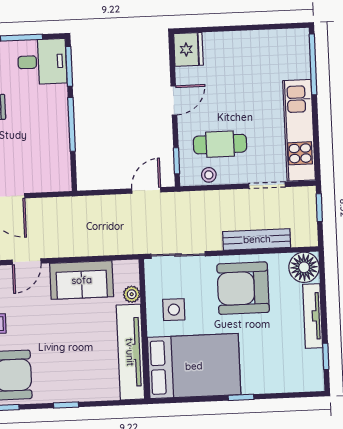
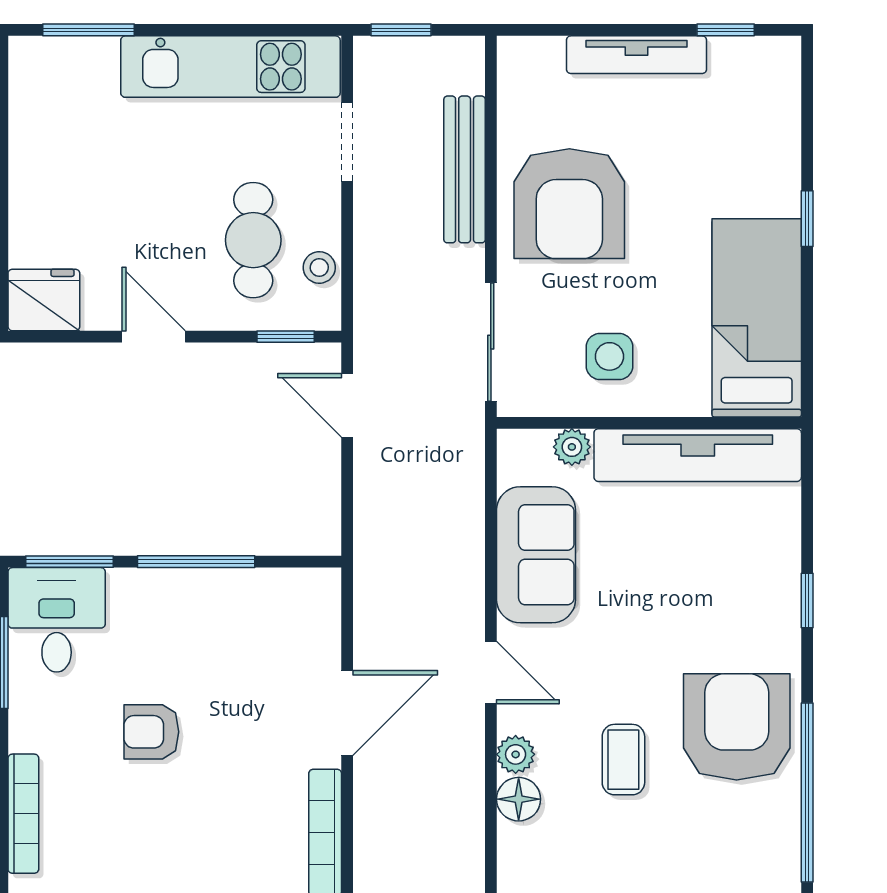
window: (313, 64) -> (88, 30), width x0.69
floor lamp: (304, 267) -> (530, 69), removed
bed: (194, 366) -> (757, 318), width x0.67

